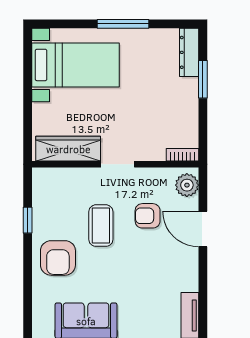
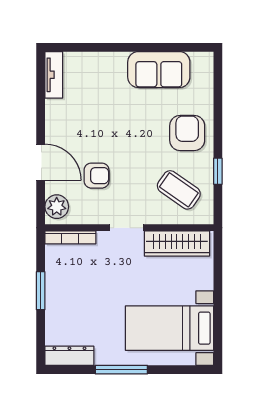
dresser: (189, 52) -> (69, 356), moved, turned -90
window: (203, 79) -> (41, 291), moved
bookcase: (183, 155) -> (70, 237), width x1.56
coffee table: (101, 226) -> (179, 190), moved, turned -55

